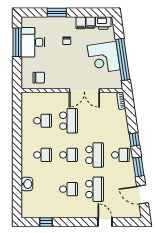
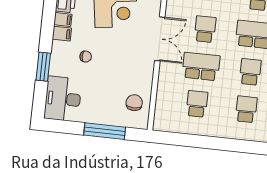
window: (17, 42) -> (105, 131), moved
desk: (33, 42) -> (63, 99), moved, turned 90
school desk: (94, 121) -> (205, 29), added

